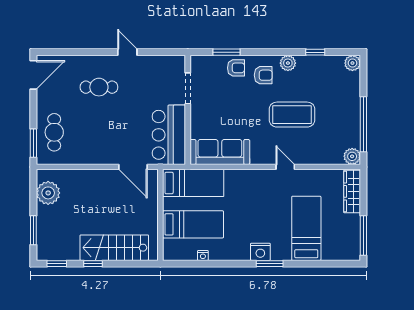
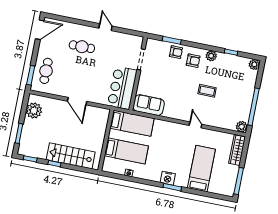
coffee table: (292, 115) -> (207, 91), width x0.54, depth x0.58
sofa: (220, 152) -> (149, 105), width x0.73
door: (133, 167) -> (77, 101), moved

